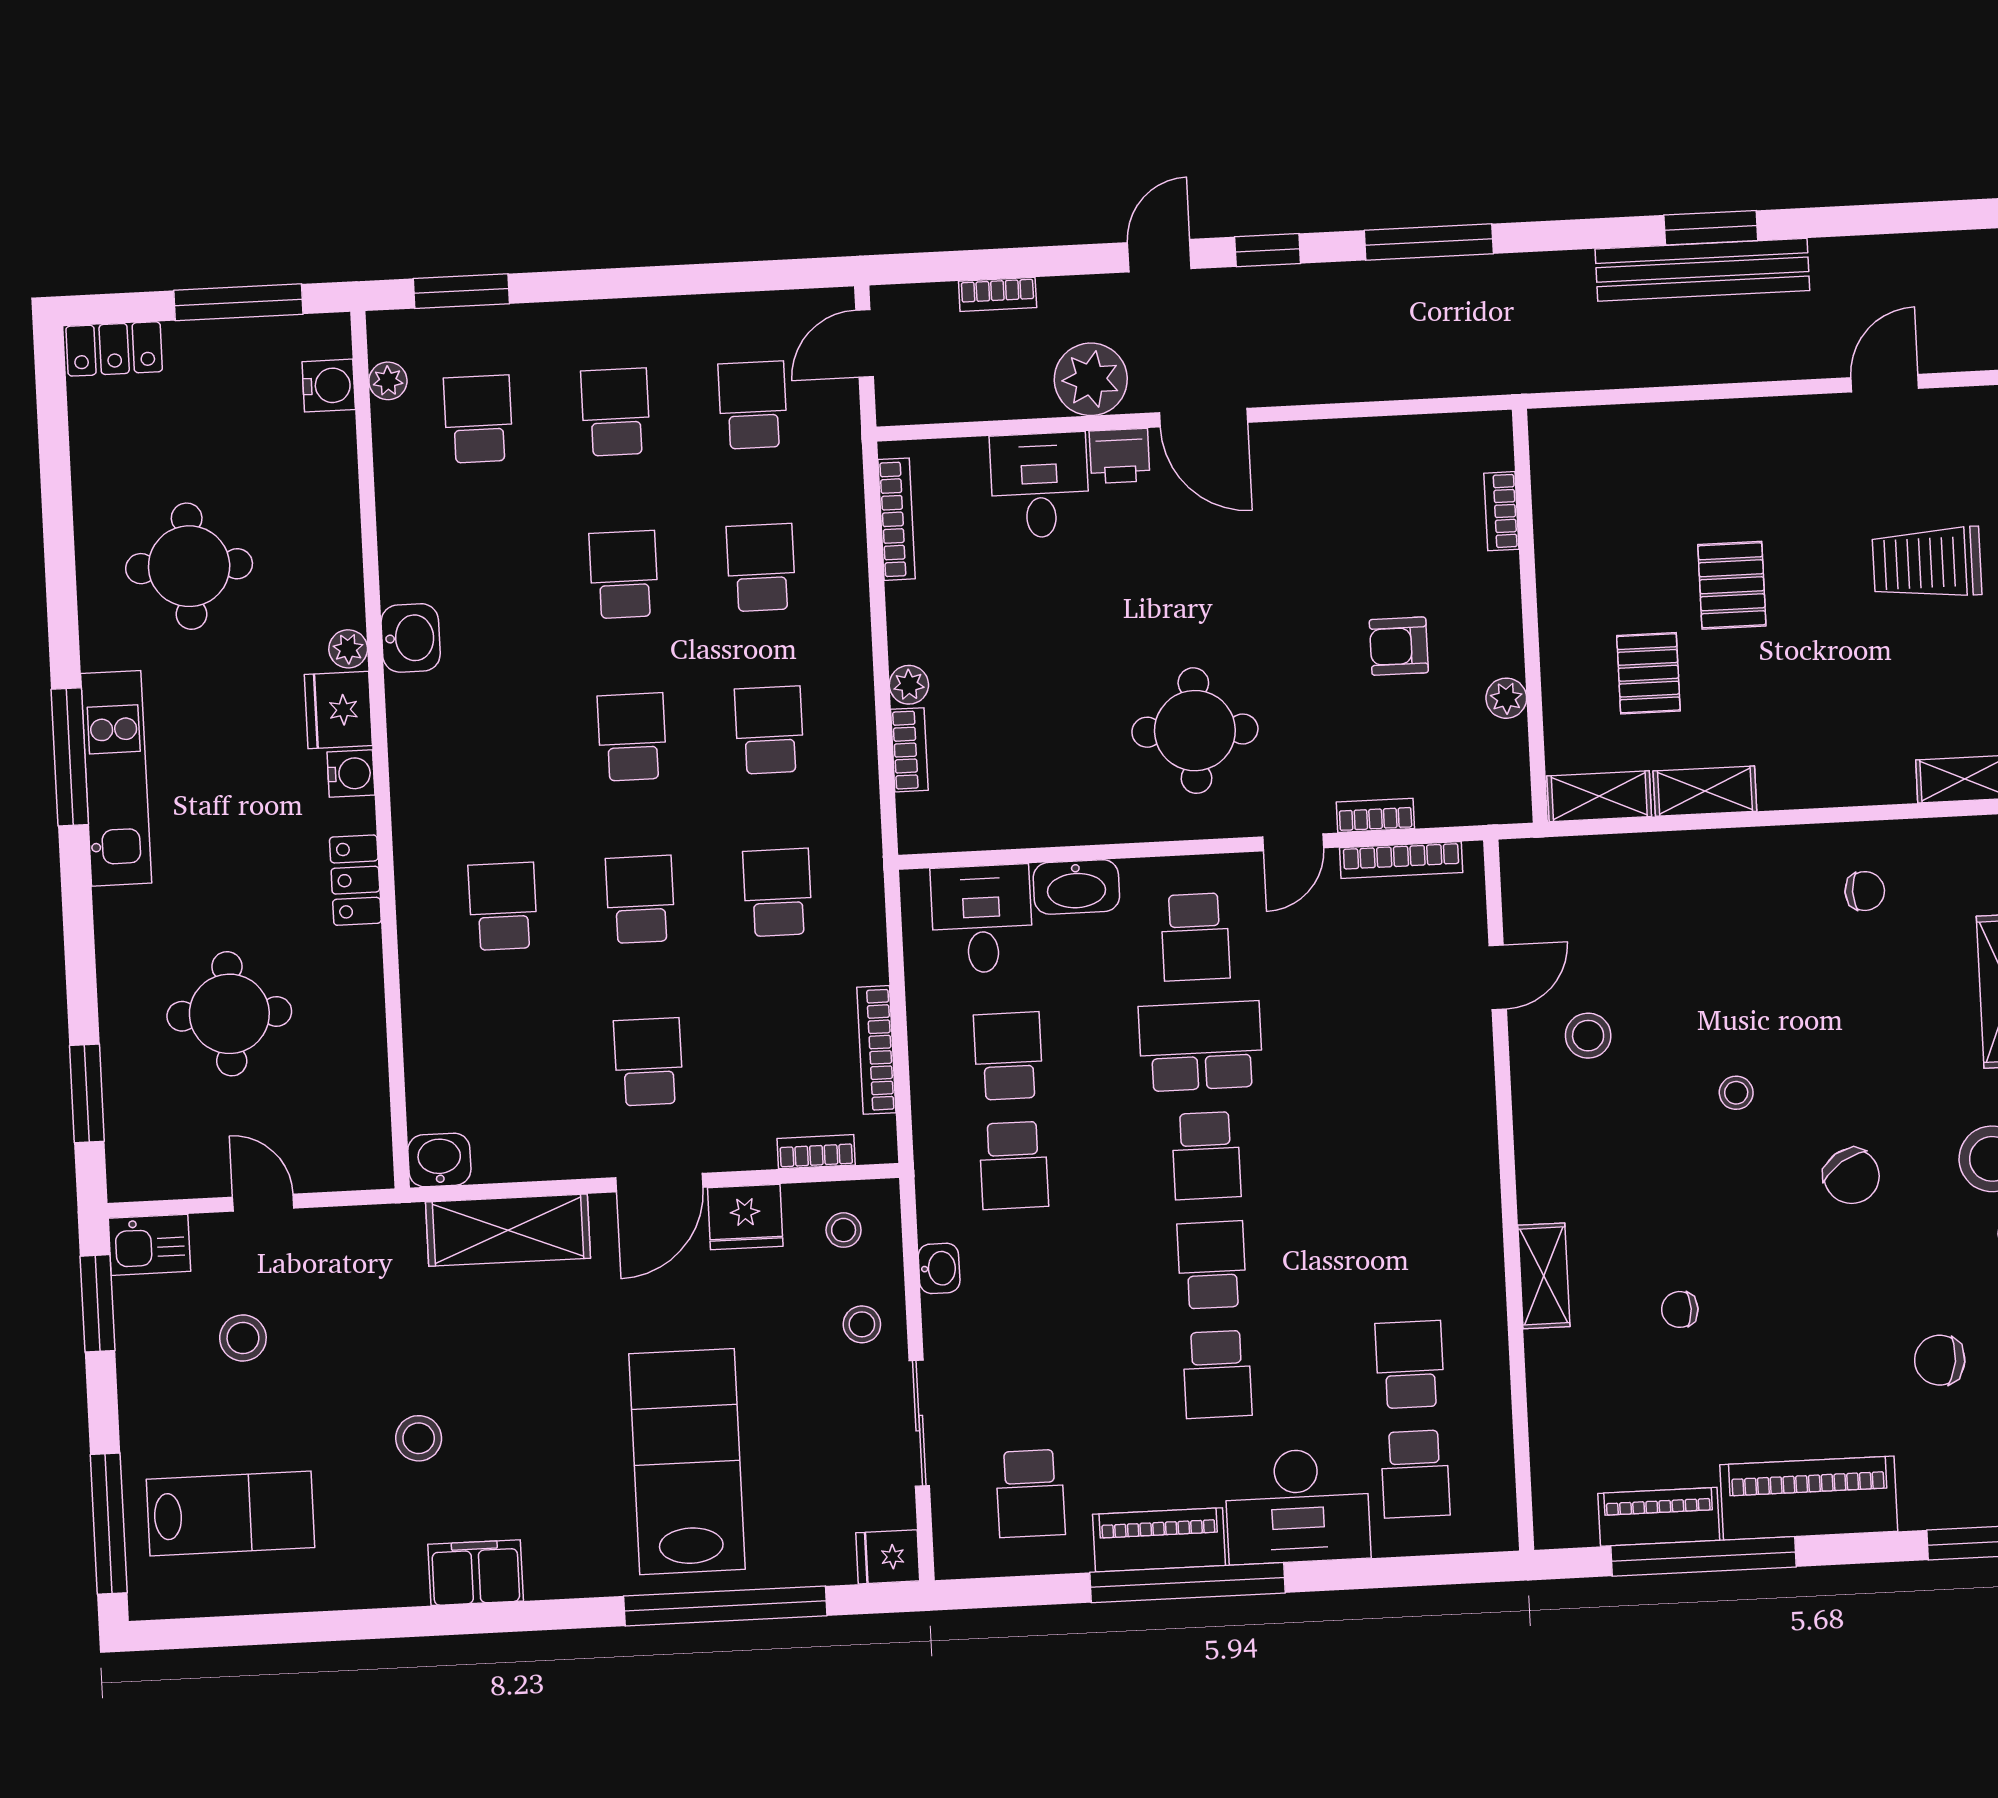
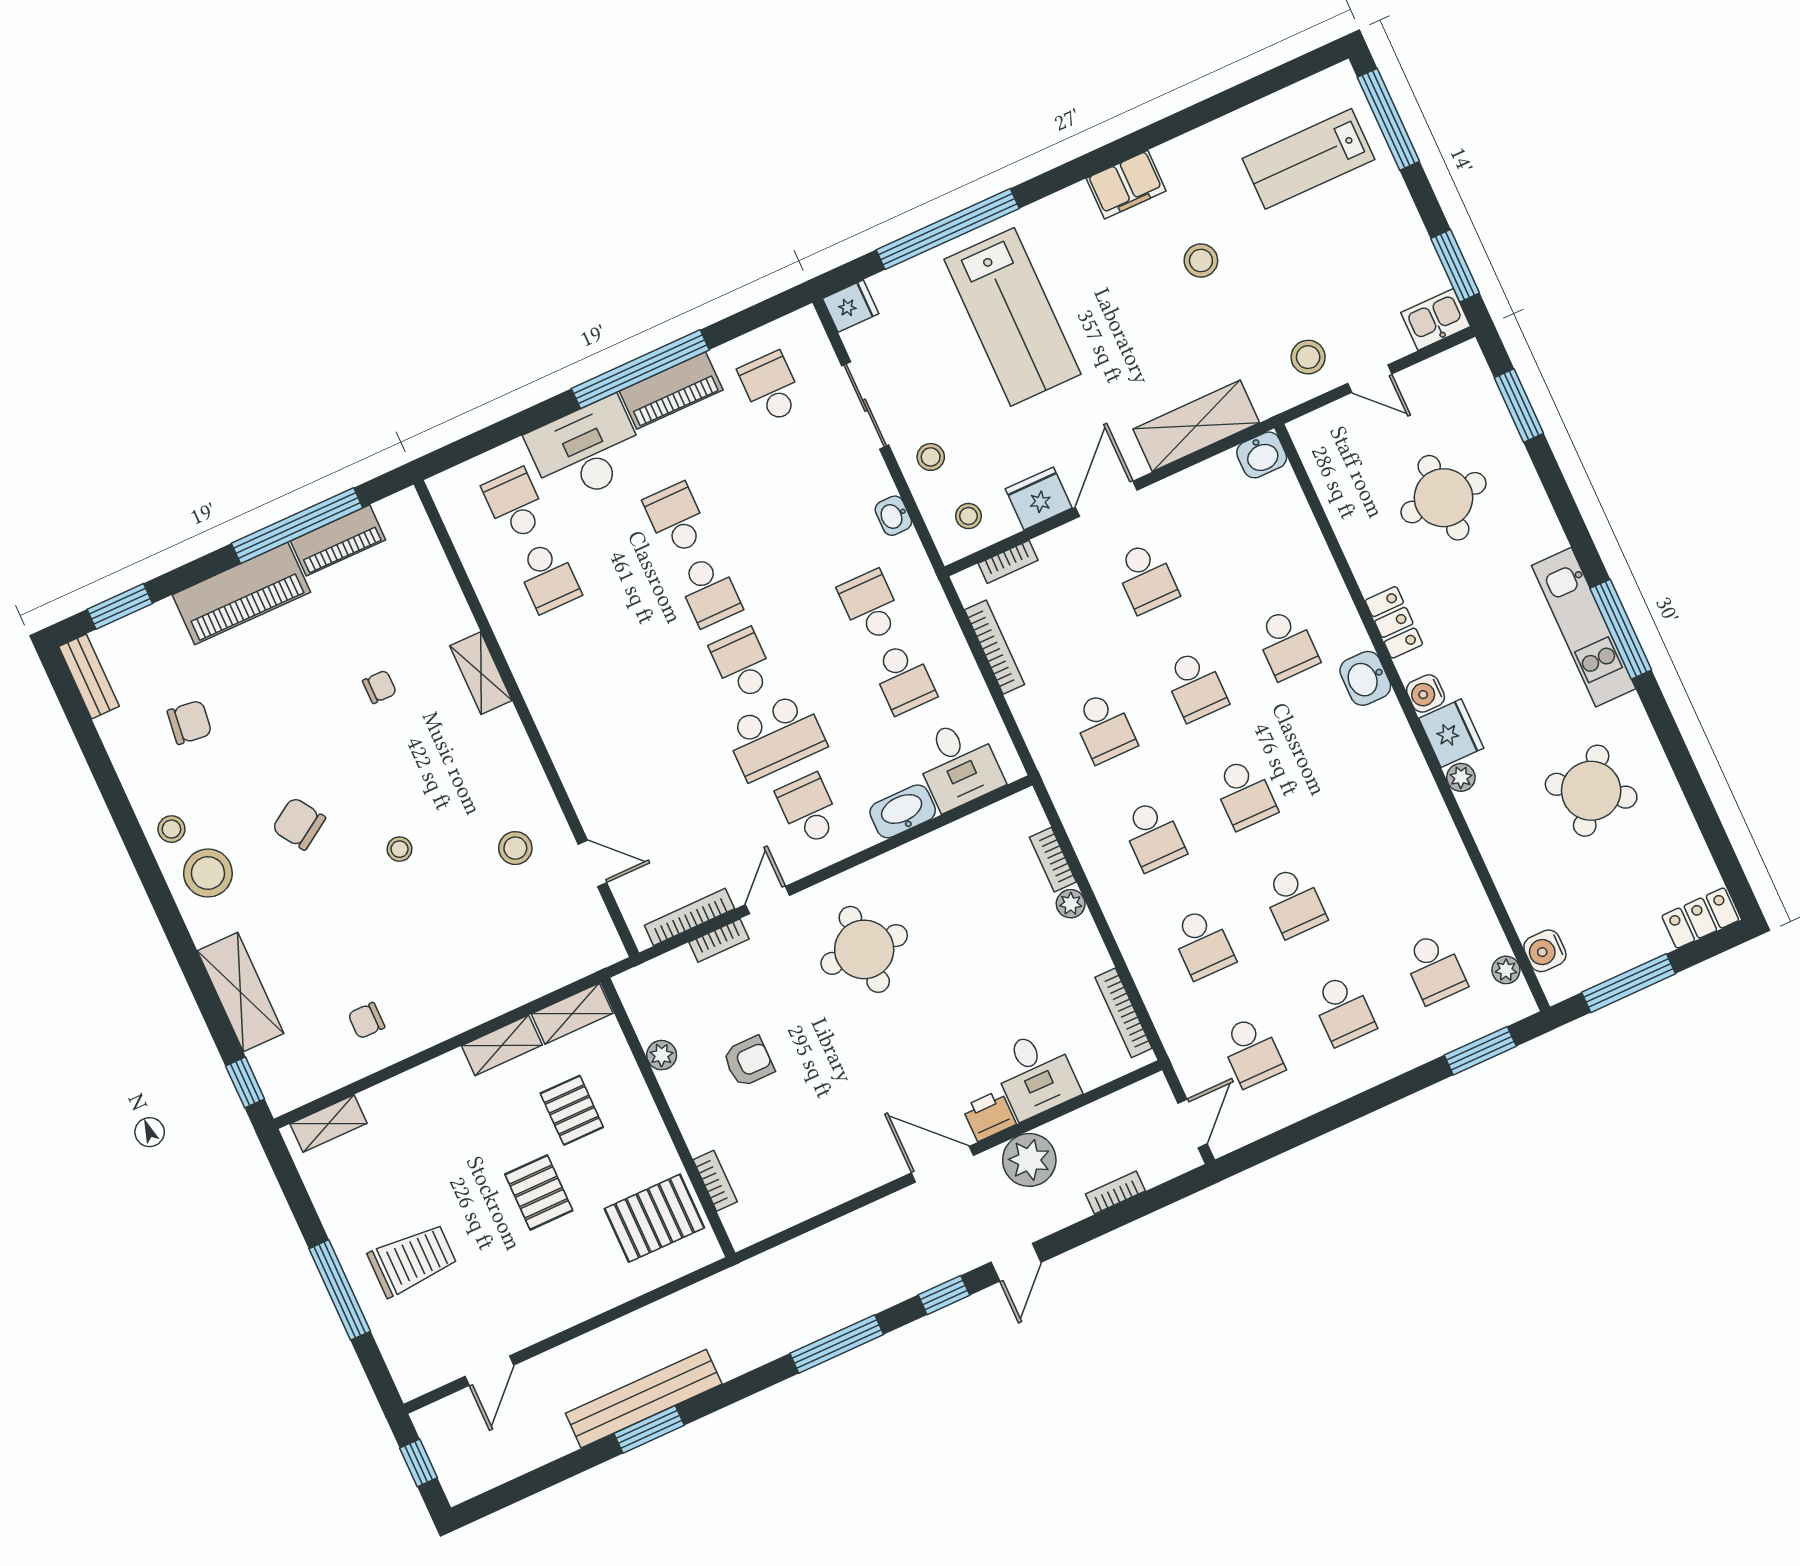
pallet: (1598, 494) -> (654, 1218), added
round table: (189, 566) -> (1591, 791), turned 35
washbasin: (411, 638) -> (1365, 678), moved
door: (1498, 977) -> (592, 863), swing flipped
stool: (243, 1338) -> (1308, 357), moved

